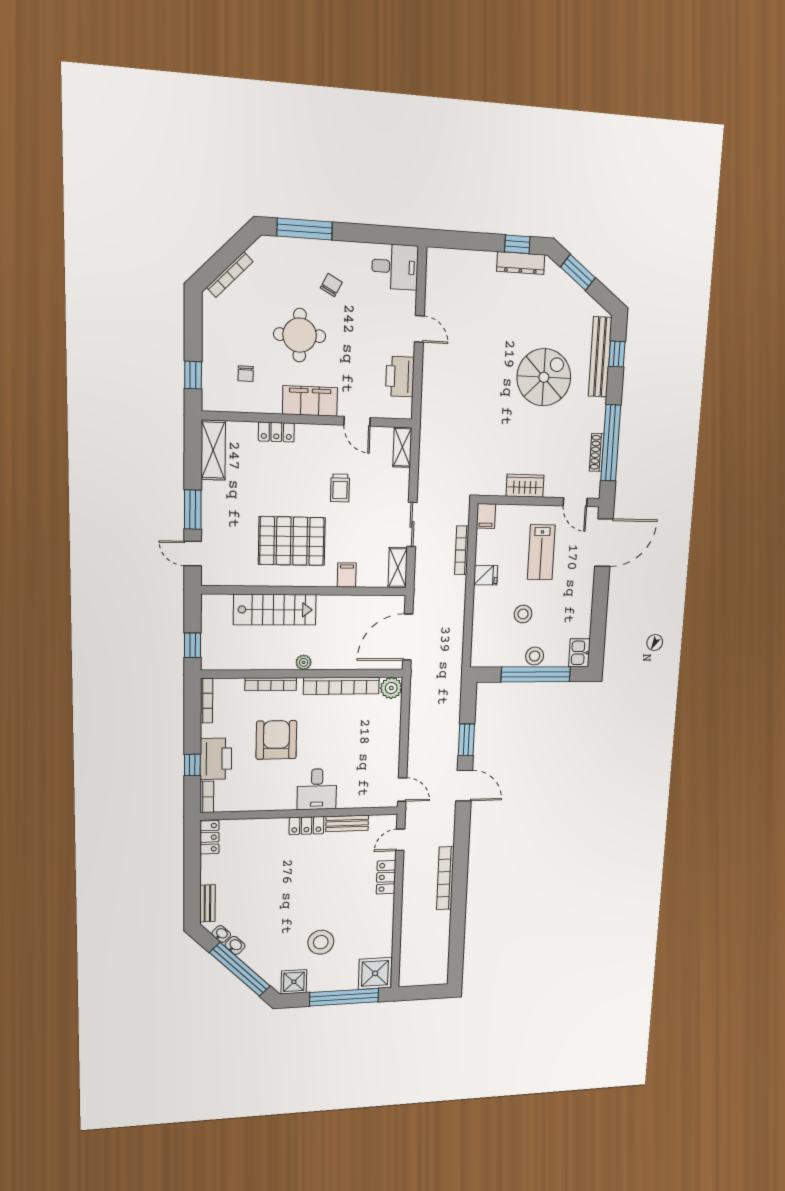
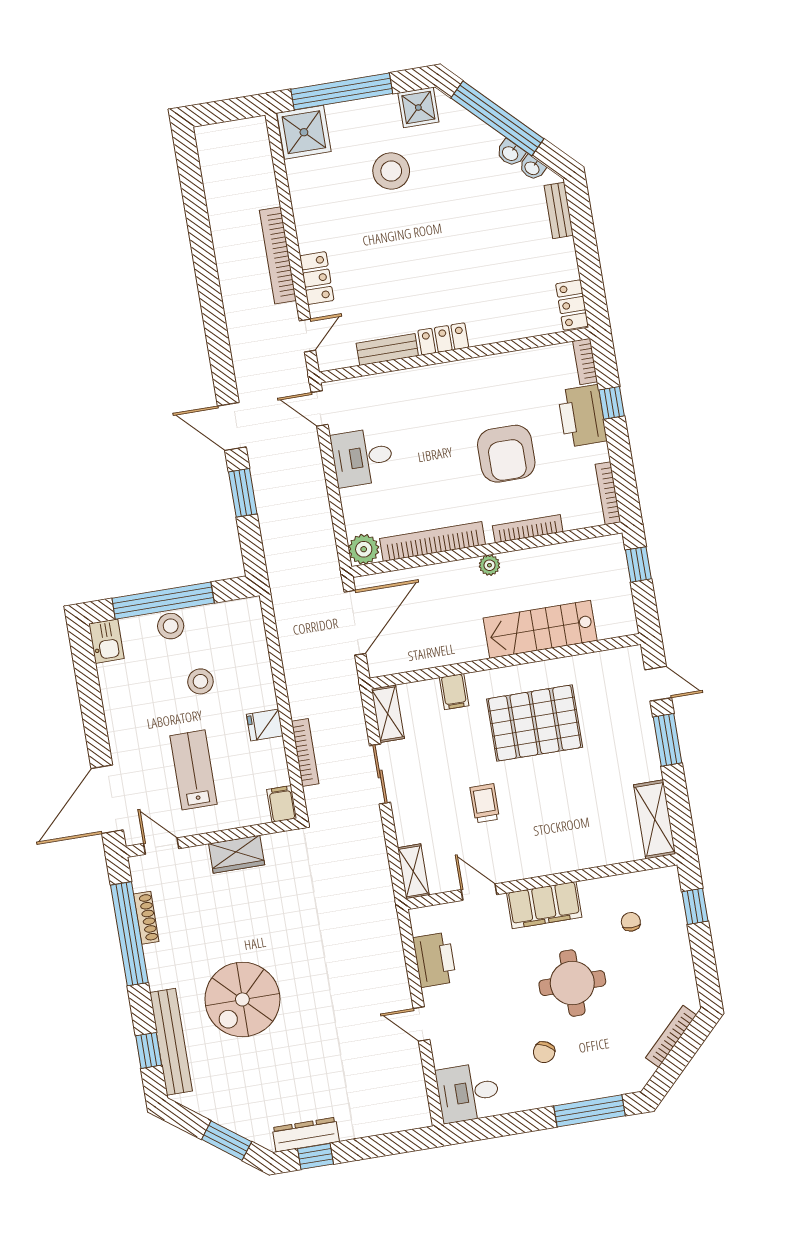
locker: (276, 432) -> (580, 858), removed
desk: (317, 789) -> (362, 457), moved, turned -90
bookcase: (445, 878) -> (278, 255), moved, turned 180

